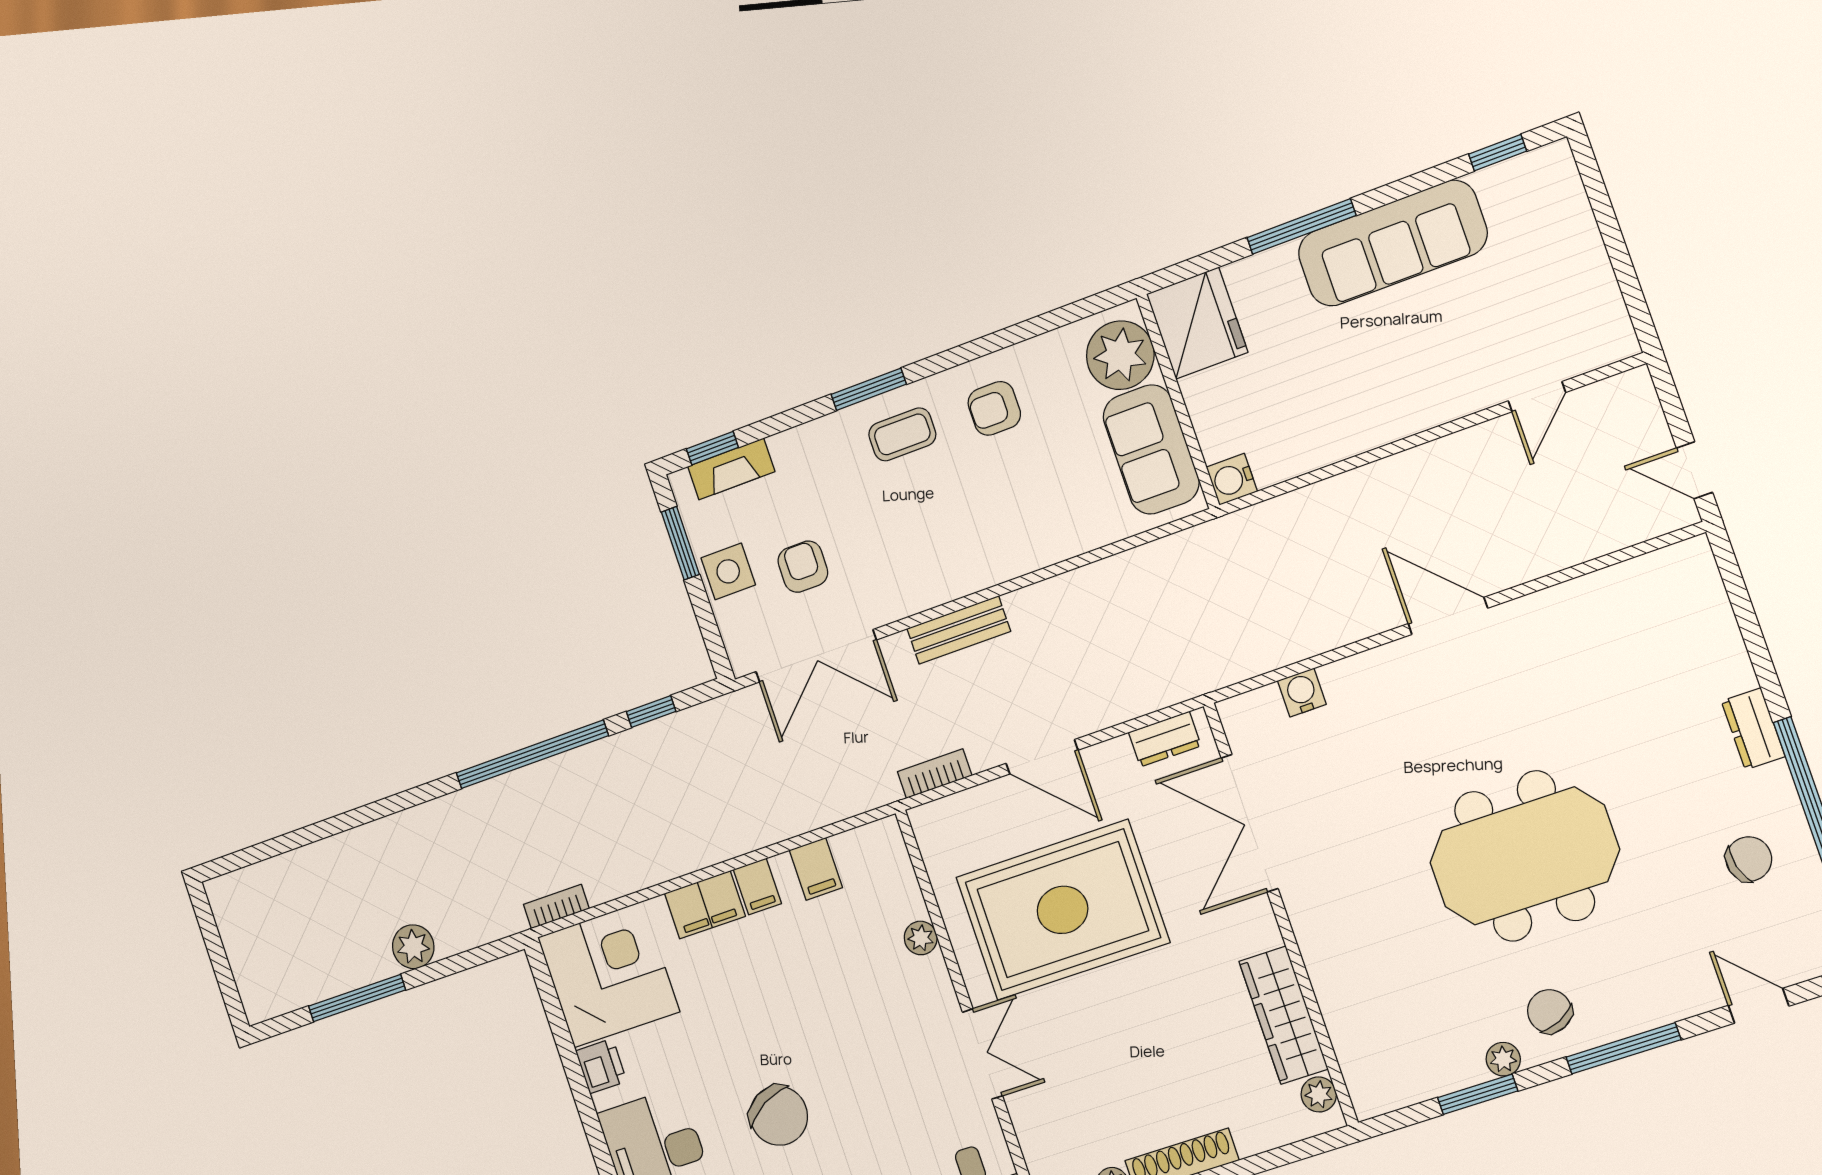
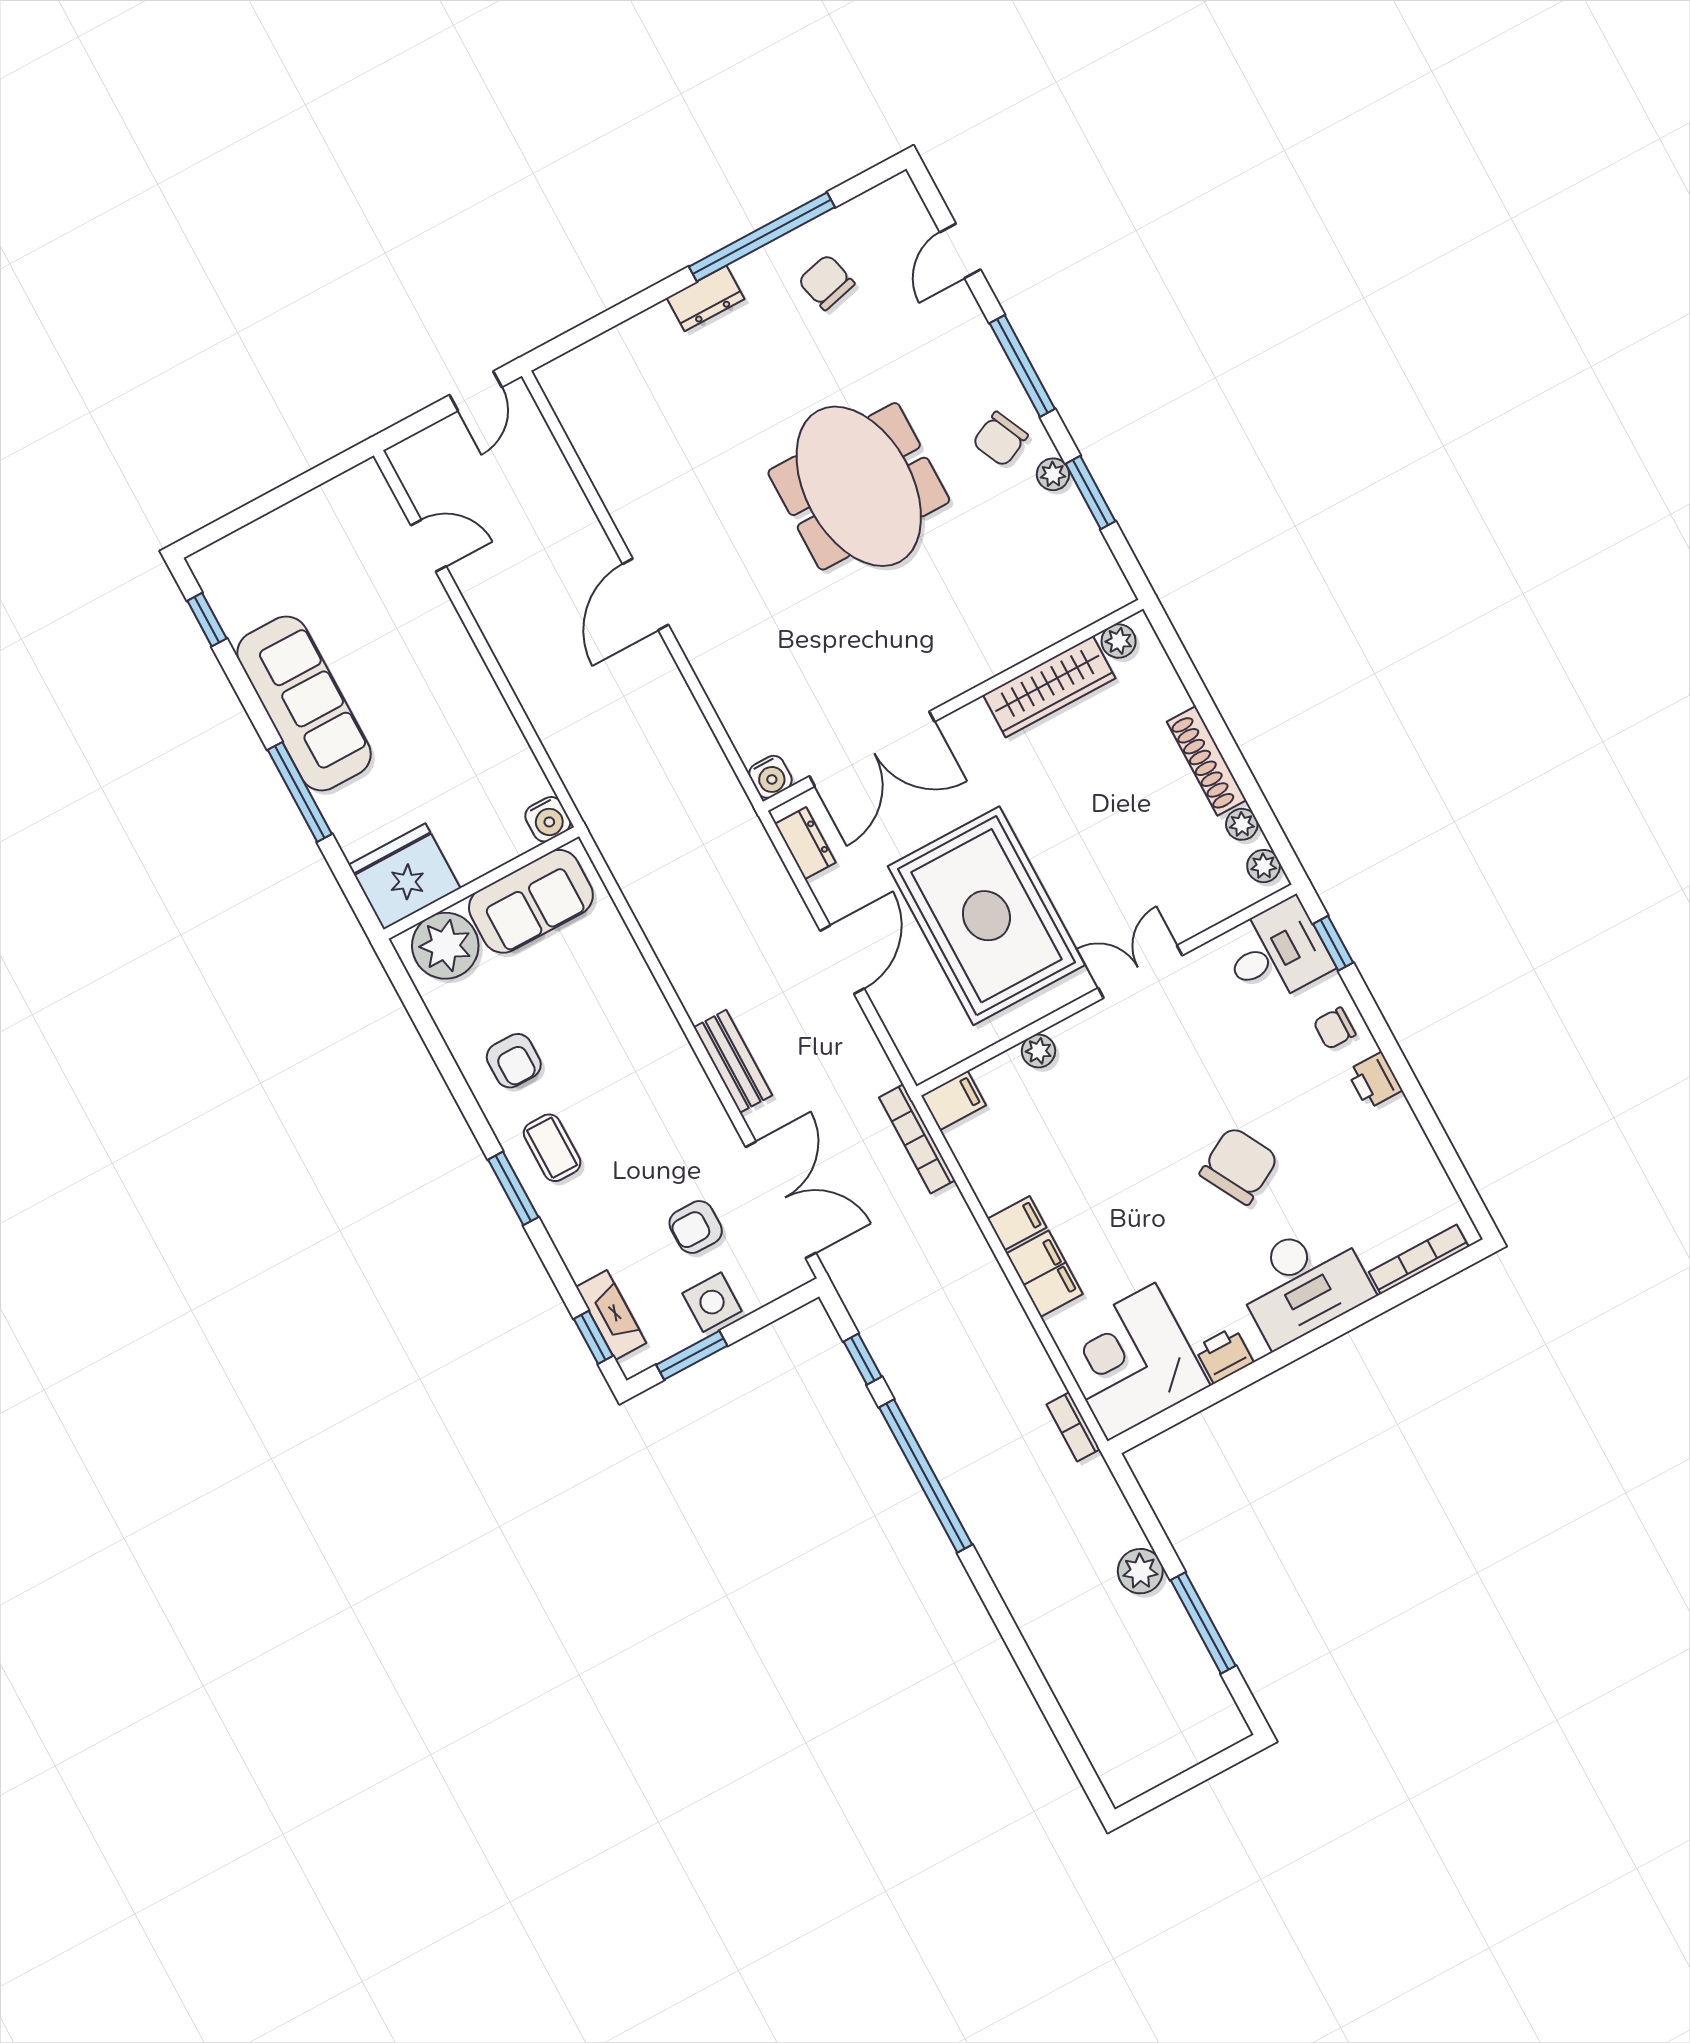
water cooler: (1302, 693) -> (770, 777), moved, turned -90
bookcase: (935, 774) -> (917, 1139), moved, width x1.56
filing cabinet: (816, 869) -> (954, 1100), moved

